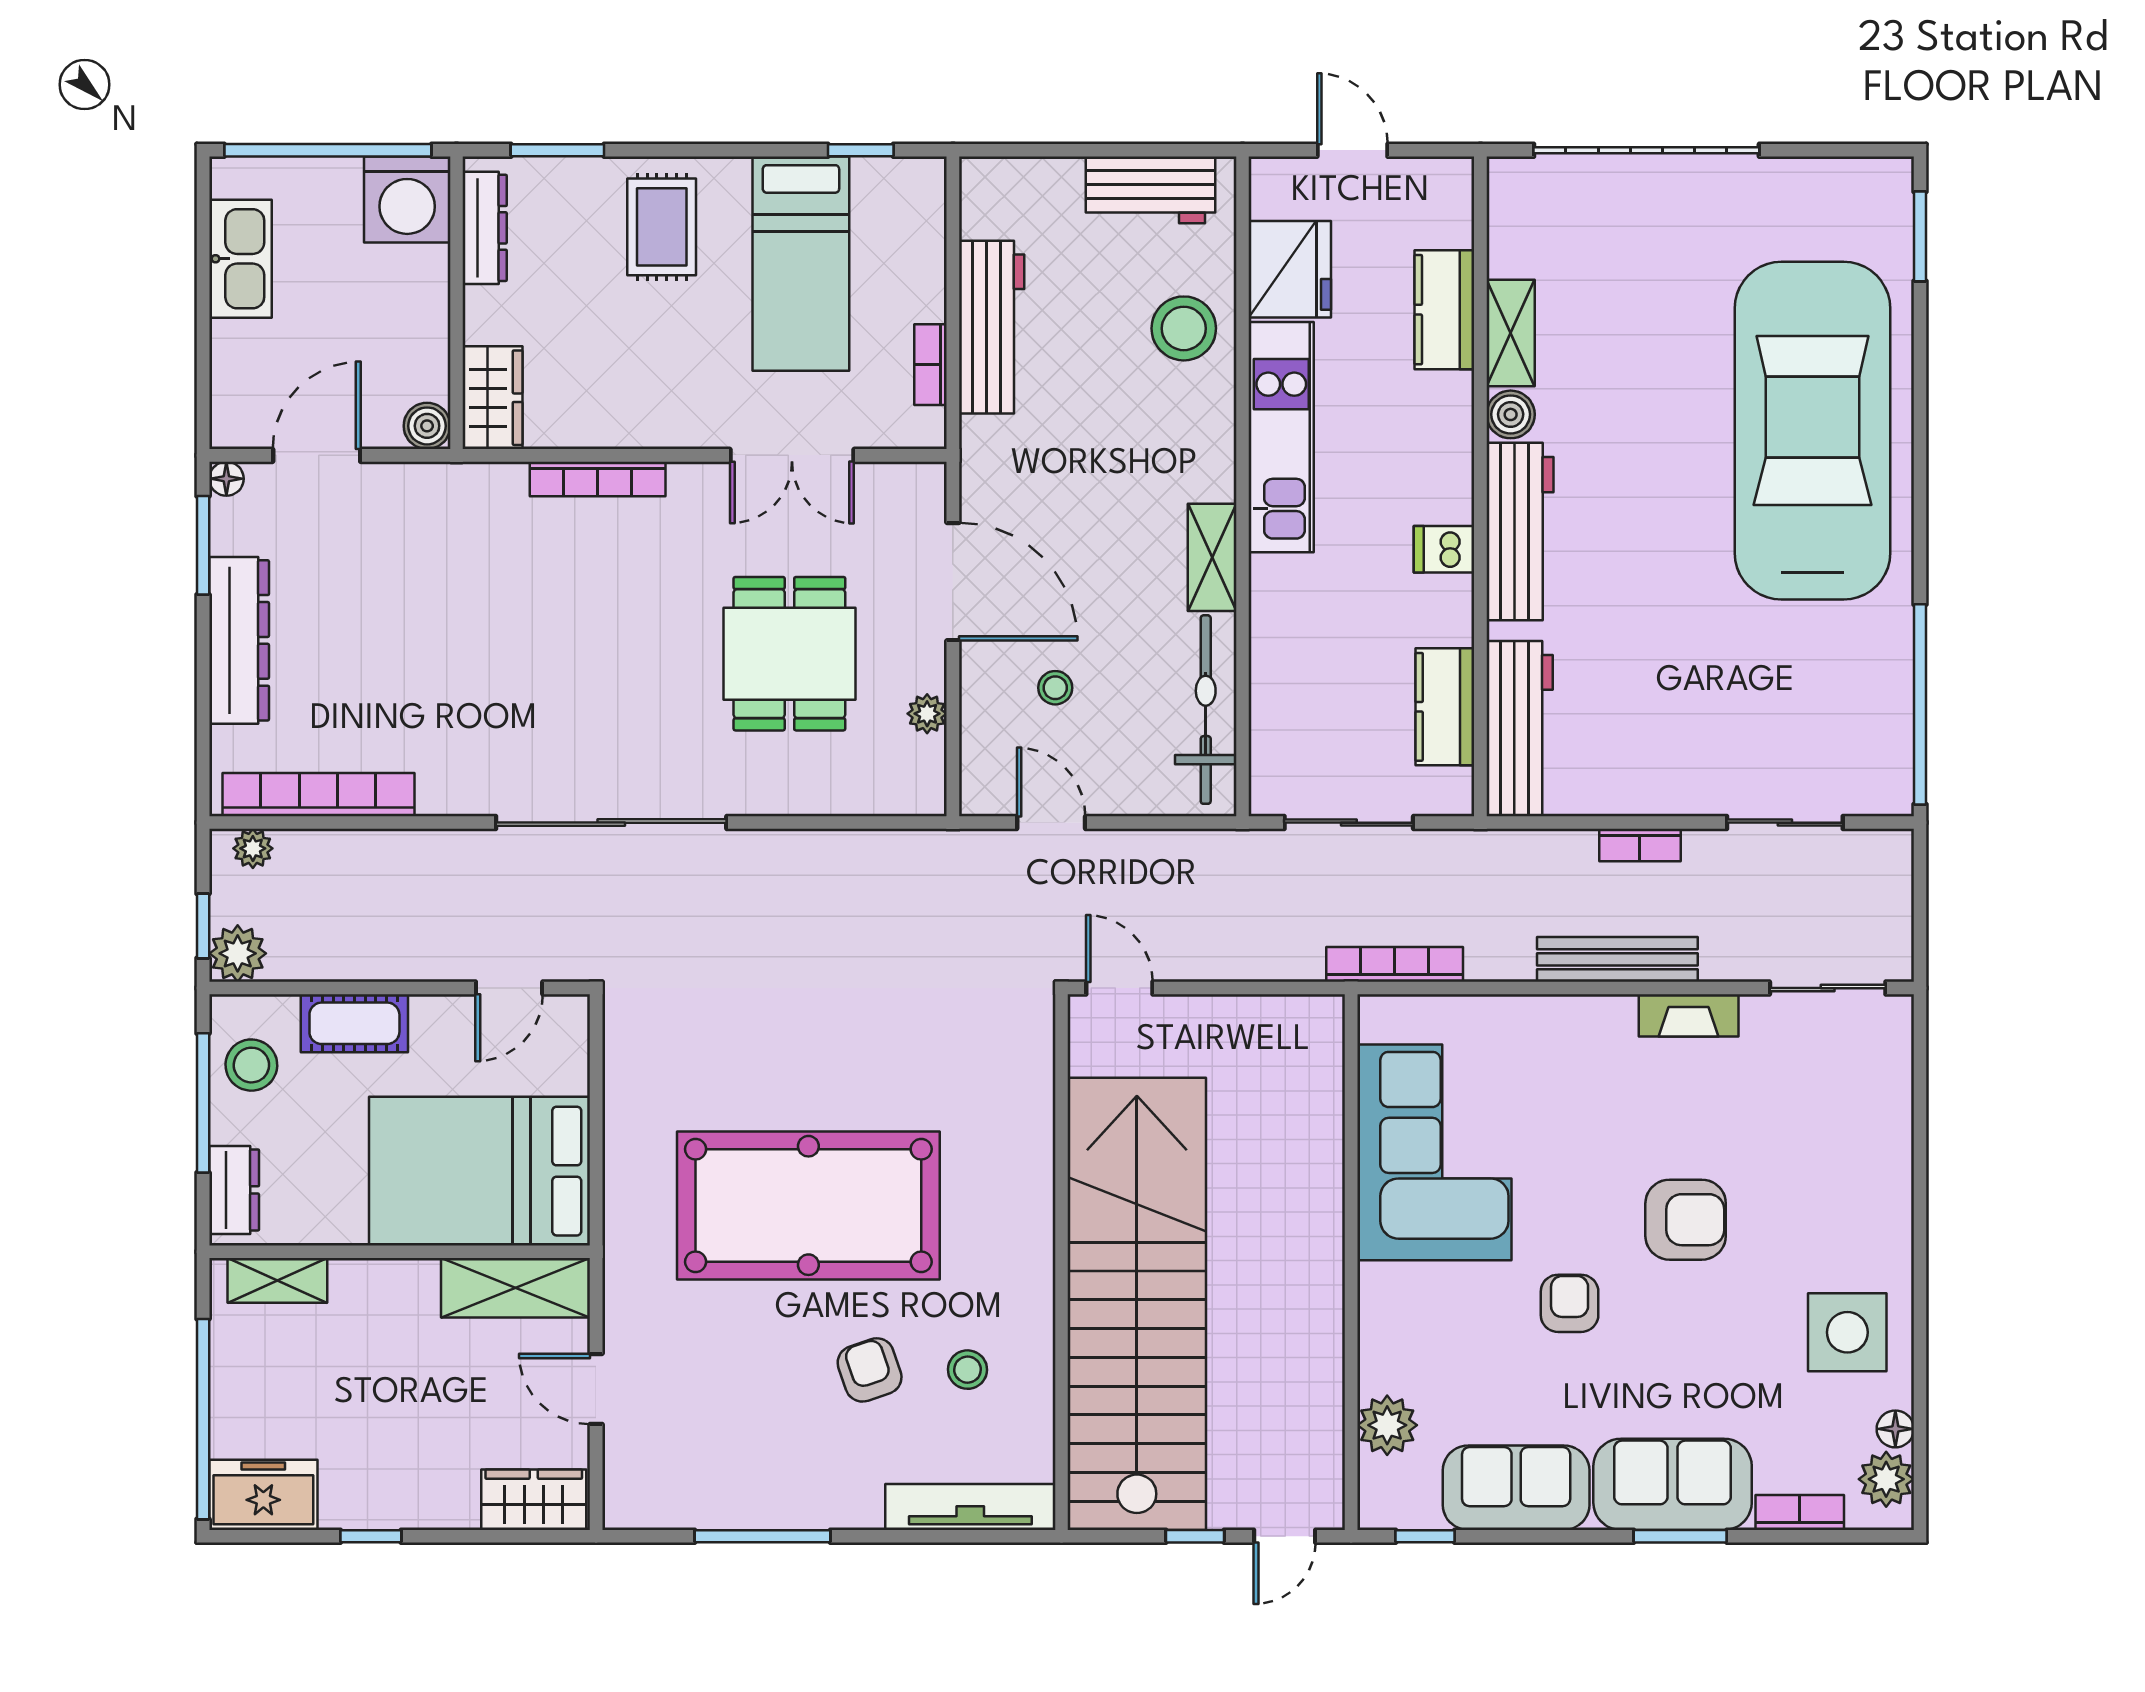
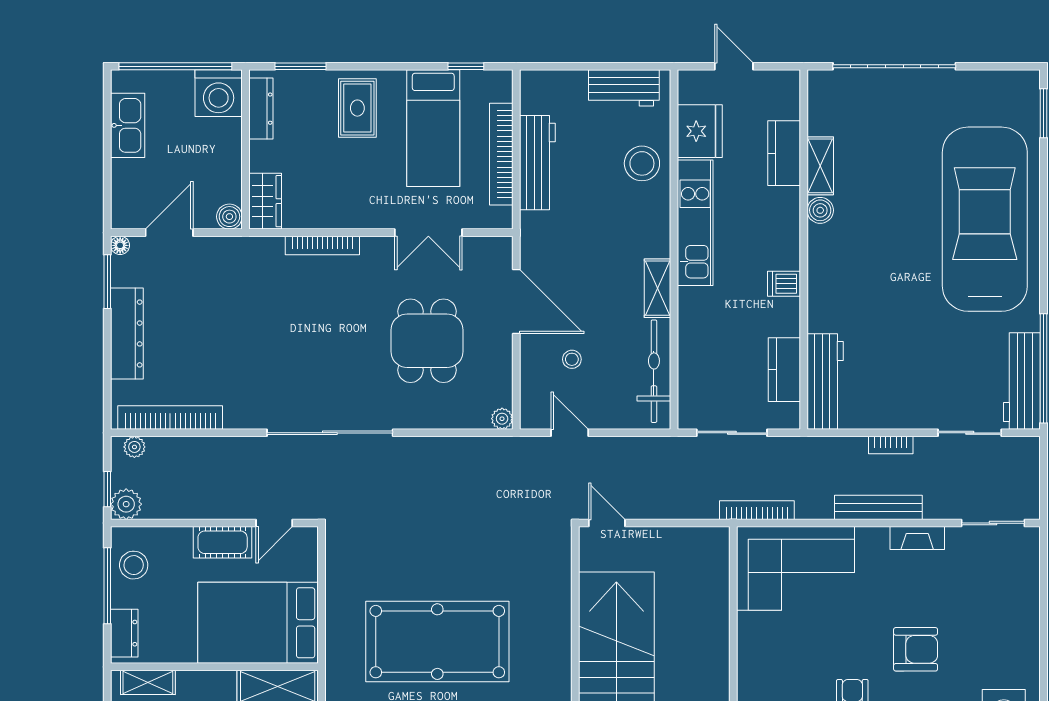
bookcase: (931, 365) -> (501, 154), width x2.31, depth x1.31
workbench: (1520, 531) -> (1022, 381), moved, turned 180
plant: (927, 714) -> (502, 419), moved
cot: (354, 1023) -> (223, 542), moved
corner sofa: (1434, 1152) -> (796, 568), moved, turned 90

